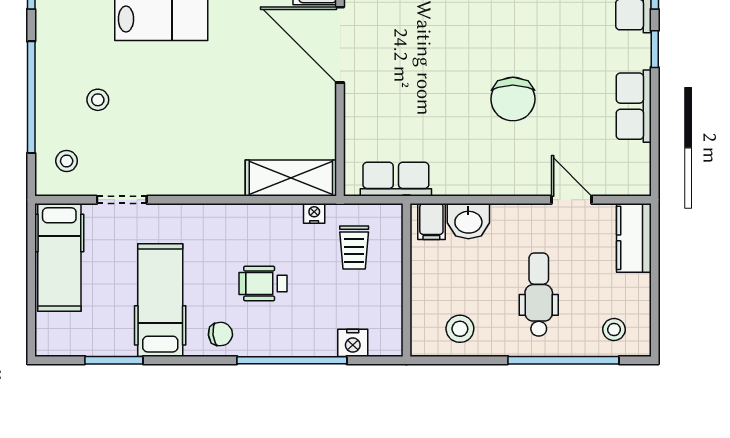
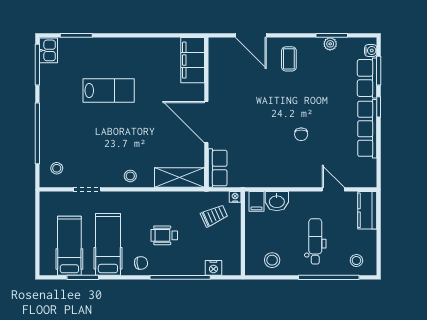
door: (340, 45) -> (206, 122), moved
chair: (513, 99) -> (301, 134), width x0.54, depth x0.54
stool: (98, 100) -> (130, 176), moved
row of seats: (634, 106) -> (367, 129), width x1.48
row of seats: (396, 179) -> (218, 168), moved, turned 90
nightstand: (314, 213) -> (235, 197), moved
trolley: (354, 247) -> (214, 216), turned -114
hospital bed: (59, 257) -> (69, 246), moved, turned 180

